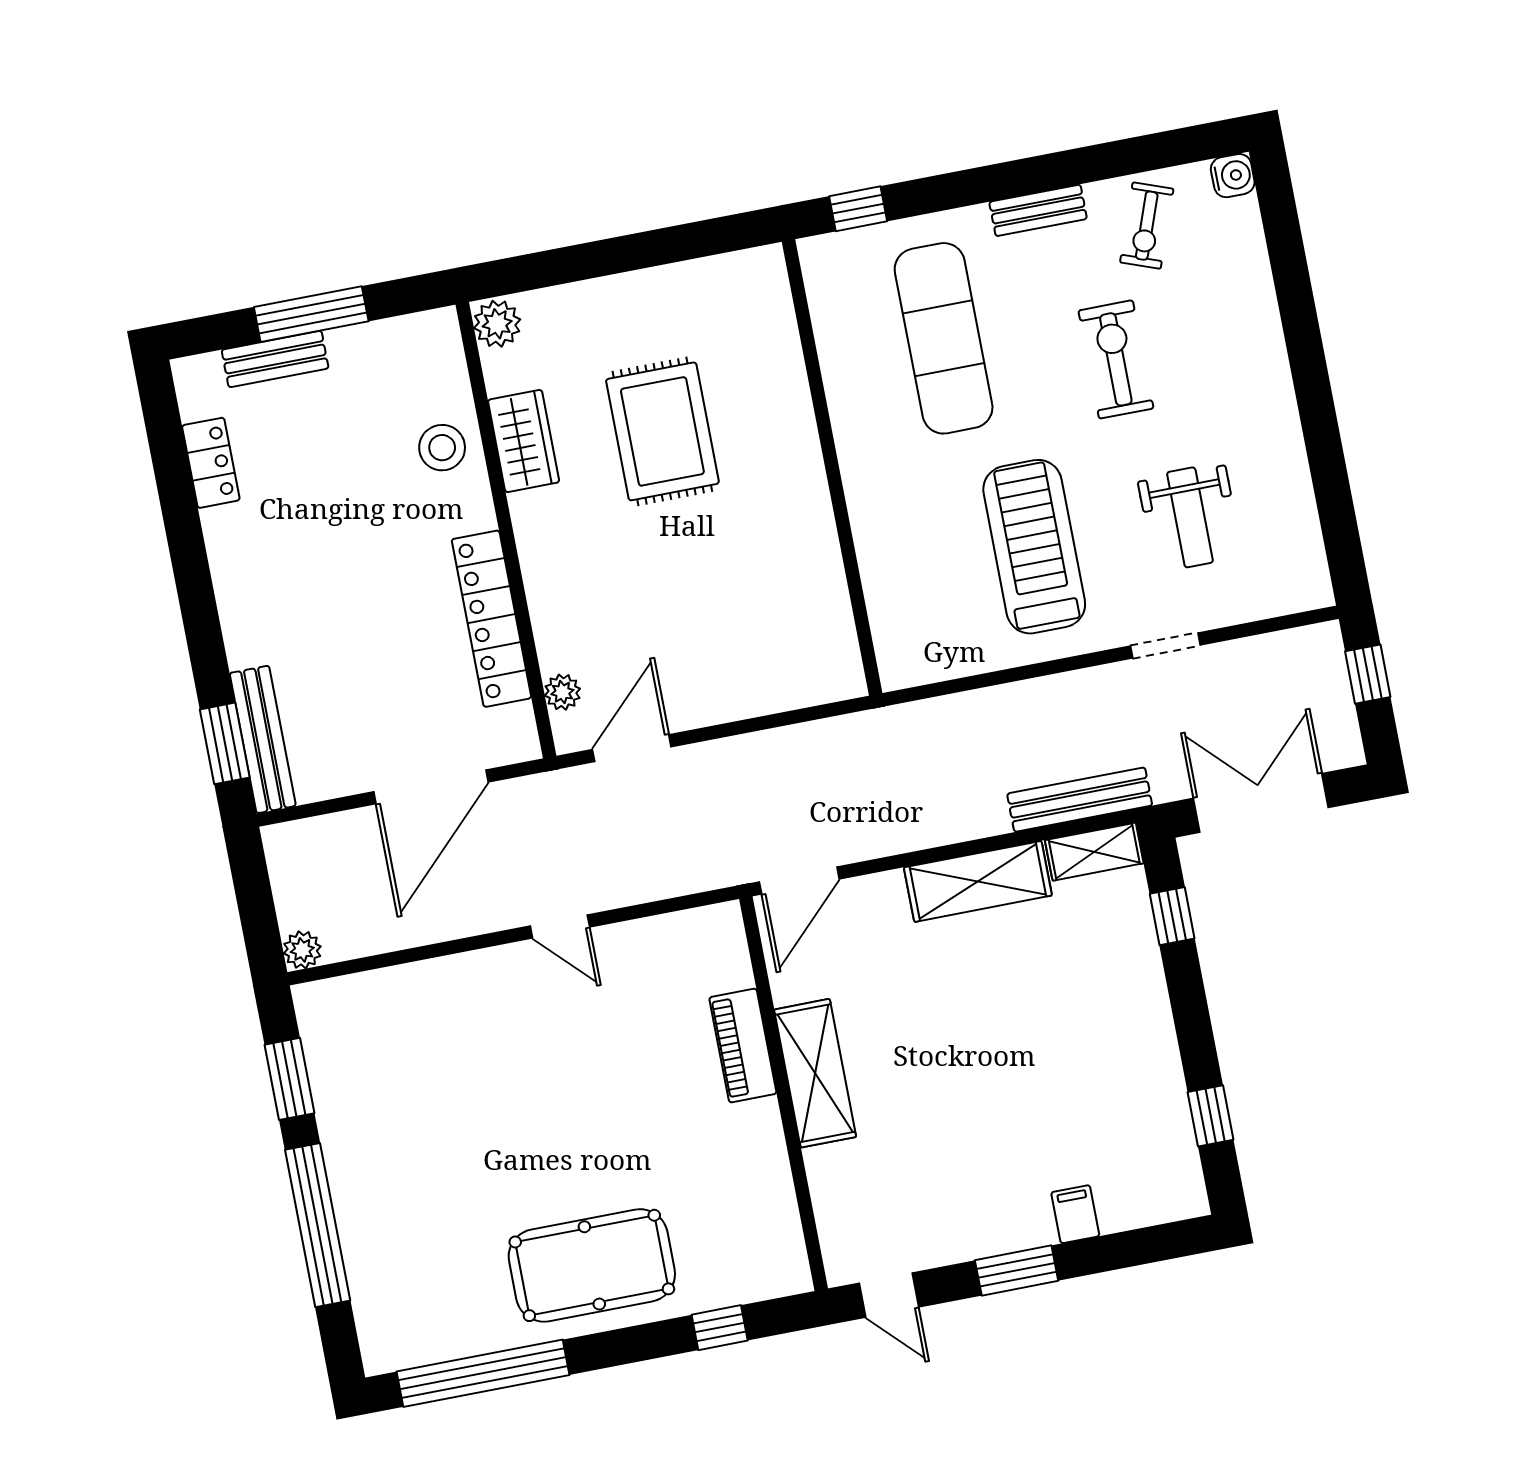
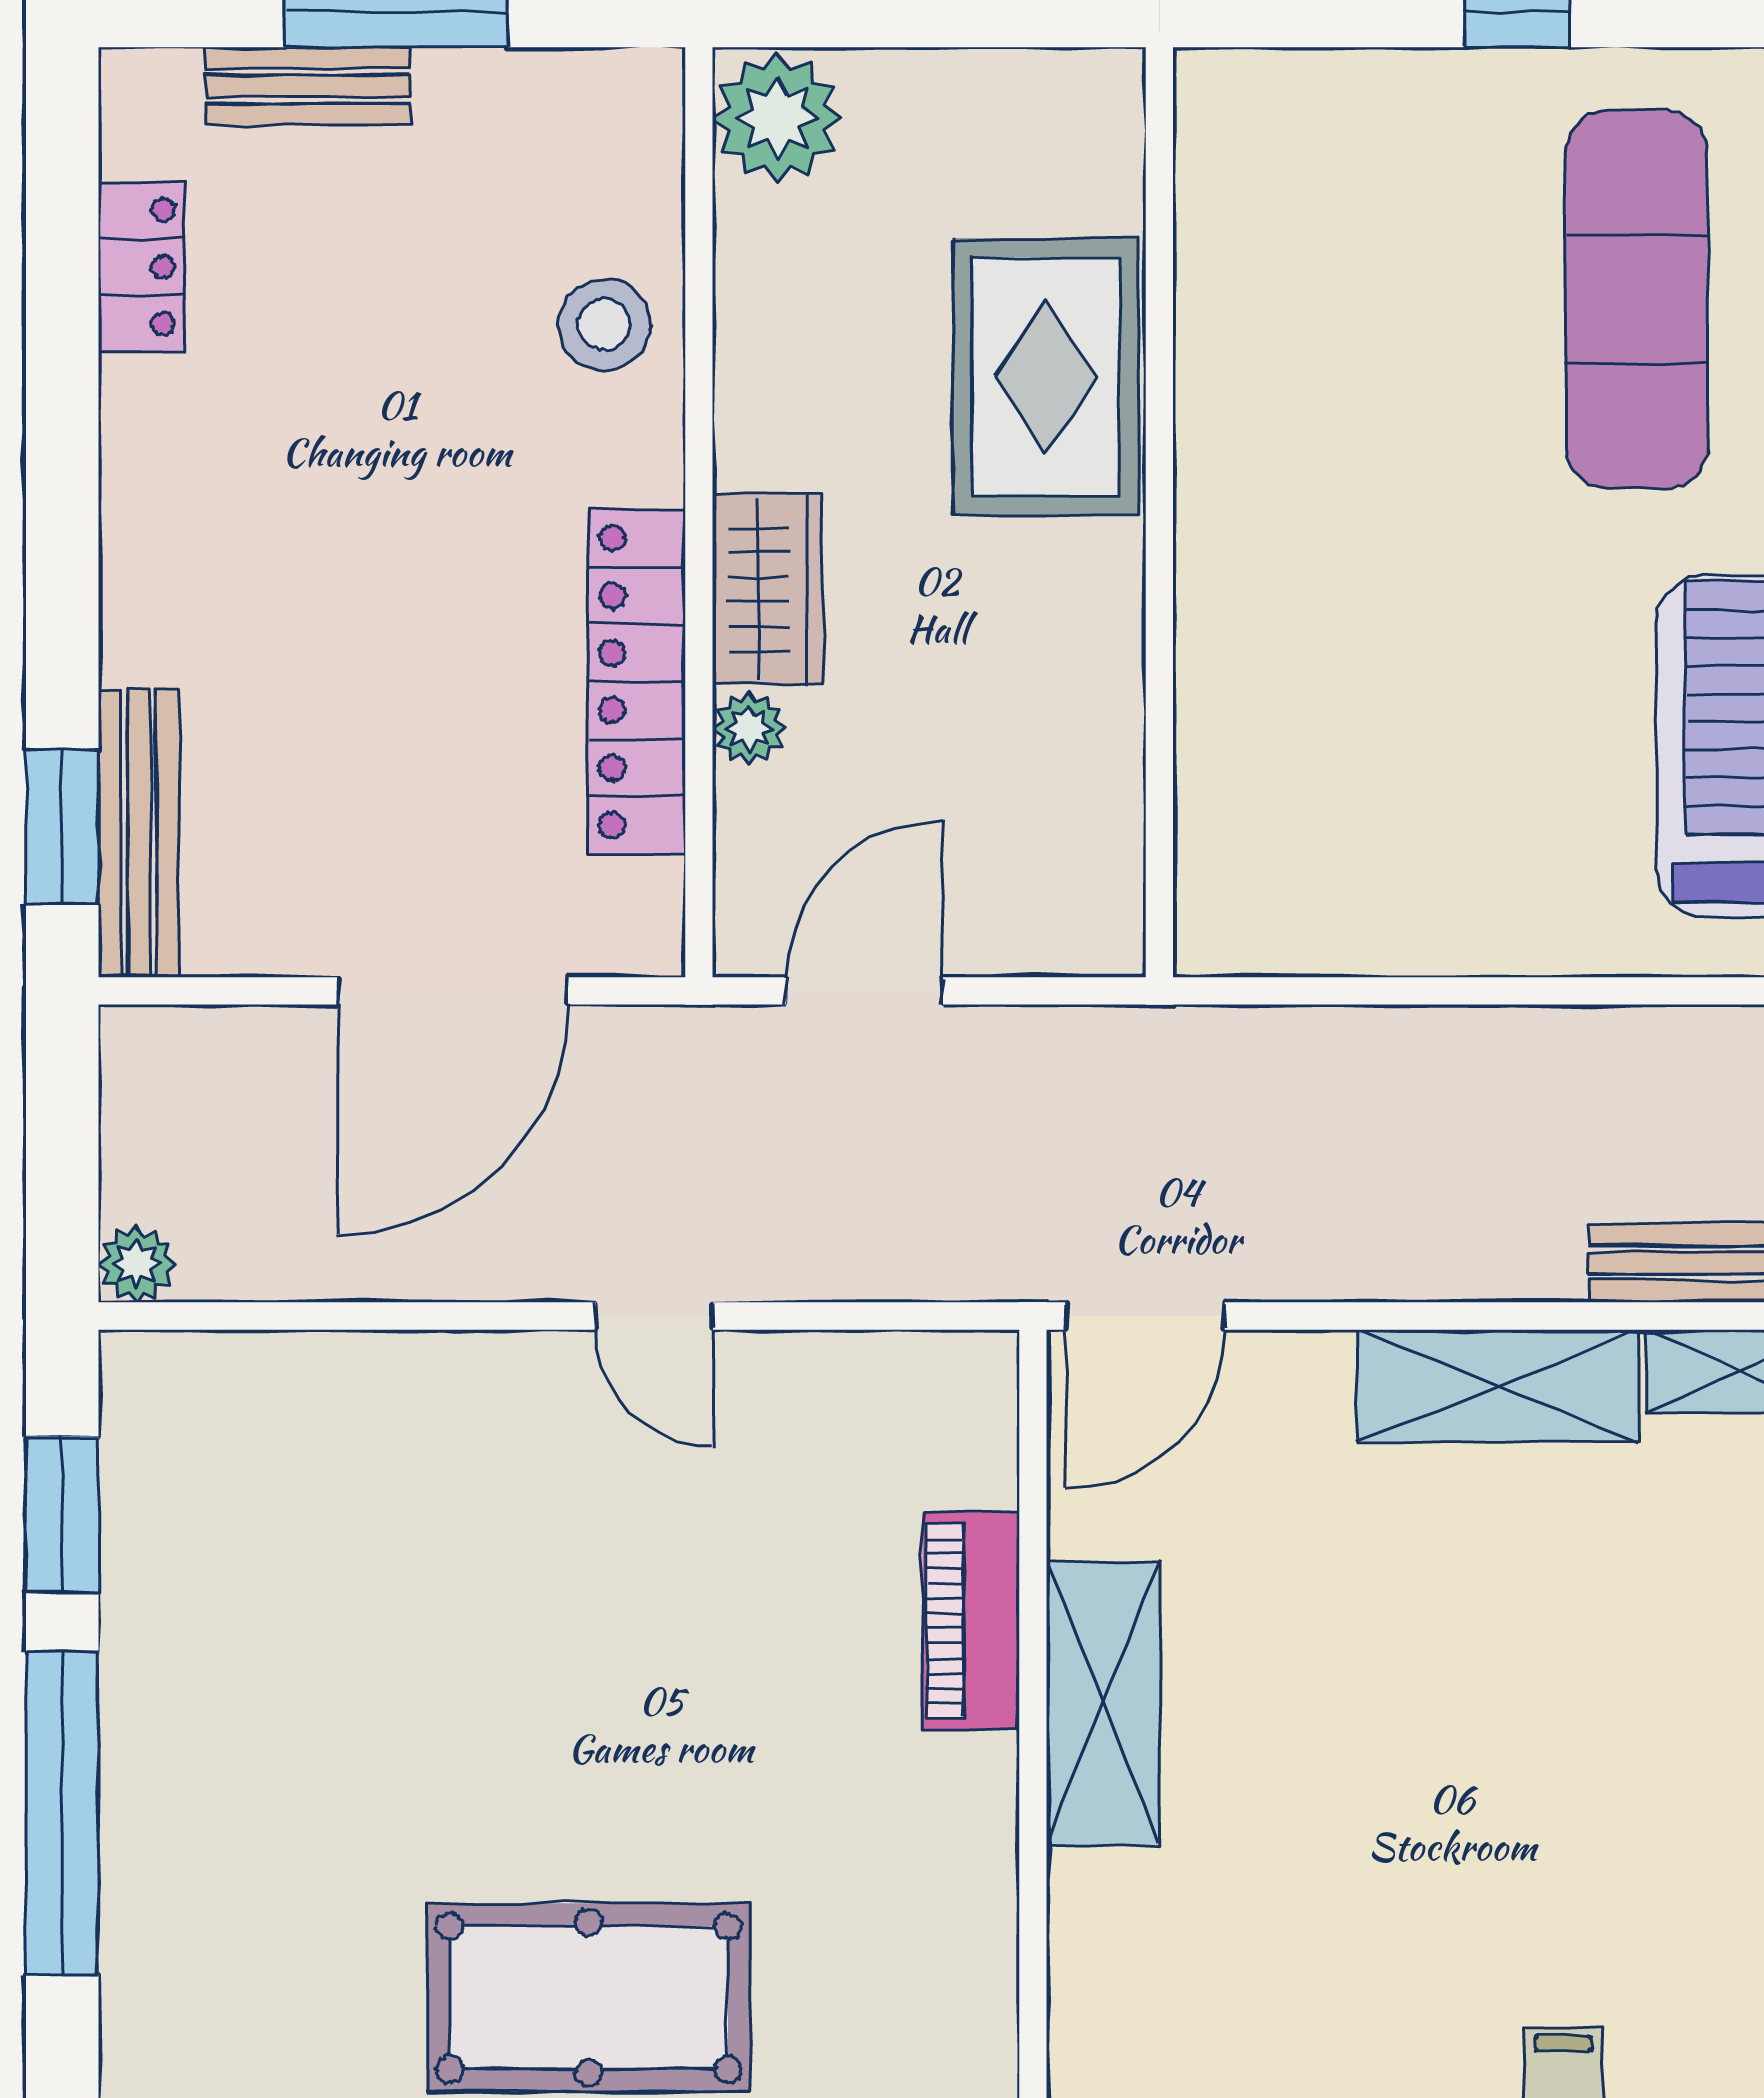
plant: (497, 324) -> (777, 118), width x1.36, depth x1.36
wardrobe: (524, 441) -> (768, 589), moved
wall: (832, 467) -> (1159, 512), moved
plant: (562, 692) -> (749, 728), moved

